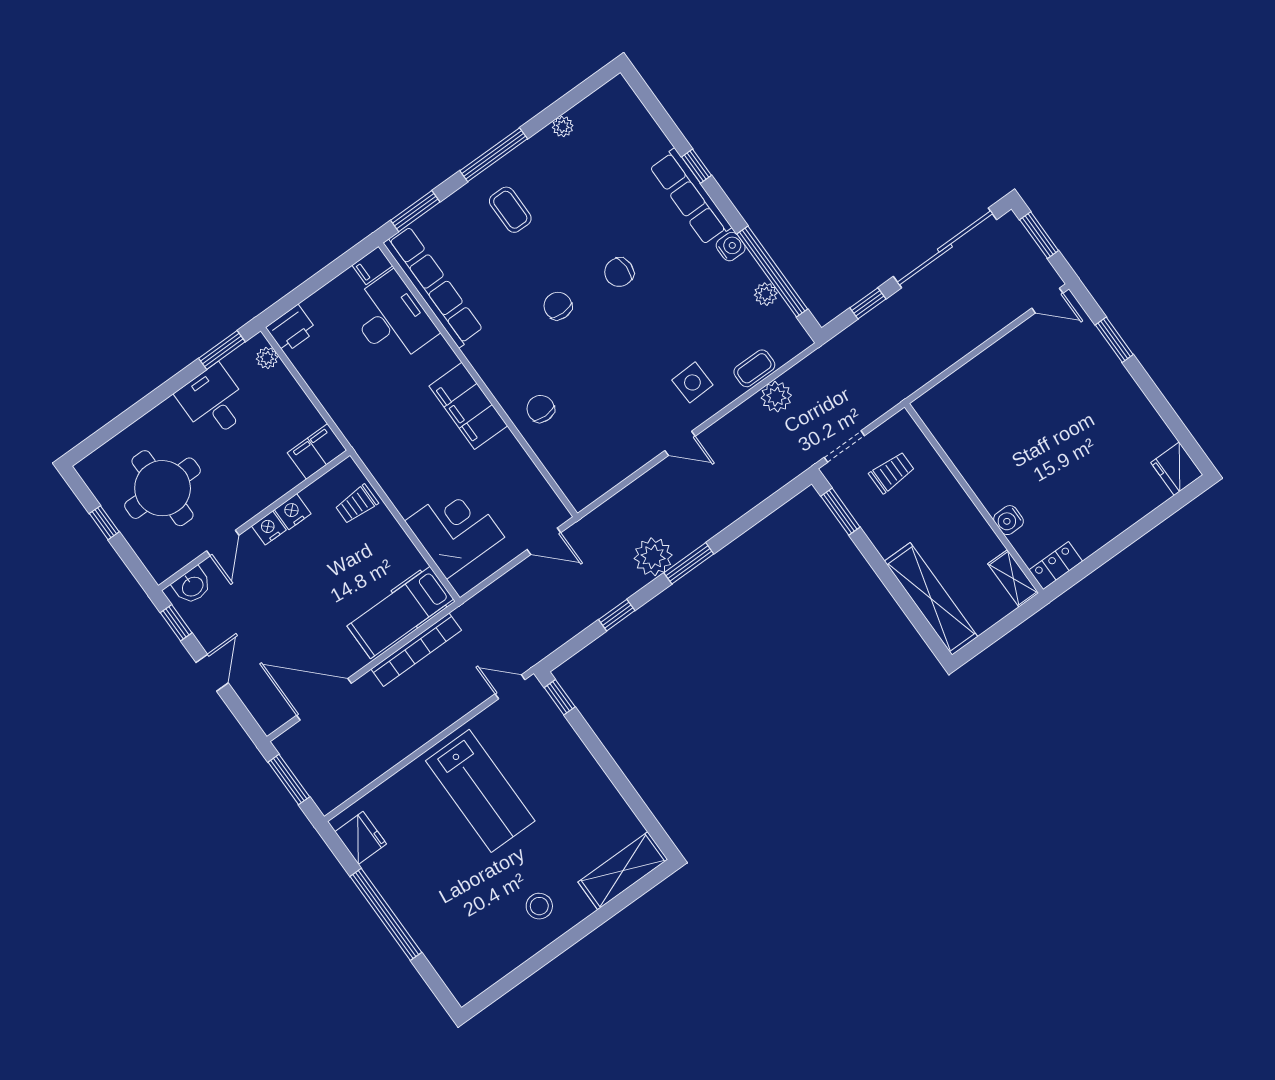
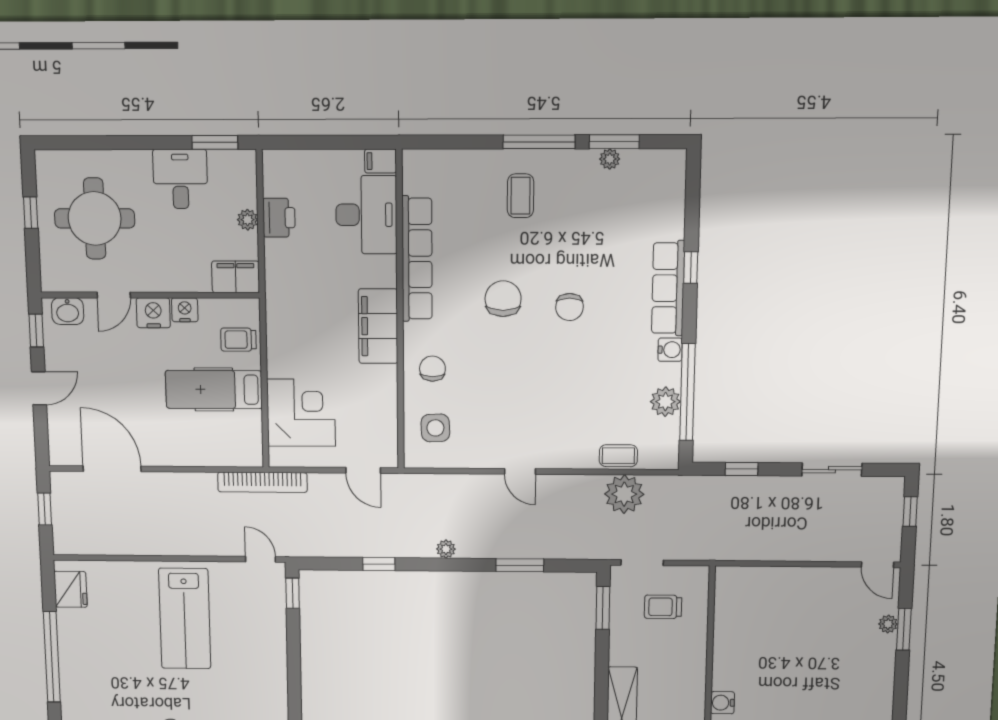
window: (415, 211) -> (614, 142), moved
window: (1039, 235) -> (910, 512), width x0.67
sliding door: (945, 248) -> (832, 470), width x0.54
chair: (619, 272) -> (569, 307), turned -90
row of seats: (433, 287) -> (417, 259), moved
plant: (766, 294) -> (665, 402), width x1.38, depth x1.38
chair: (558, 306) -> (503, 299), width x1.37, depth x1.37
printer: (291, 329) -> (279, 218), moved, turned -90
plant: (1097, 345) -> (888, 624), added
plant: (267, 358) -> (248, 220), moved
side table: (692, 382) -> (435, 428), moved
plant: (776, 397) -> (624, 494), width x1.36, depth x1.36
trolley: (892, 472) -> (663, 607), turned 180
nightstand: (269, 528) -> (153, 313), width x1.36, depth x1.33
plant: (653, 557) -> (446, 549), width x0.53, depth x0.53
window: (689, 563) -> (520, 565), moved
hospital bed: (400, 613) -> (214, 389), moved
bookcase: (416, 650) -> (262, 482), moved
window: (289, 780) -> (45, 509), width x0.67

